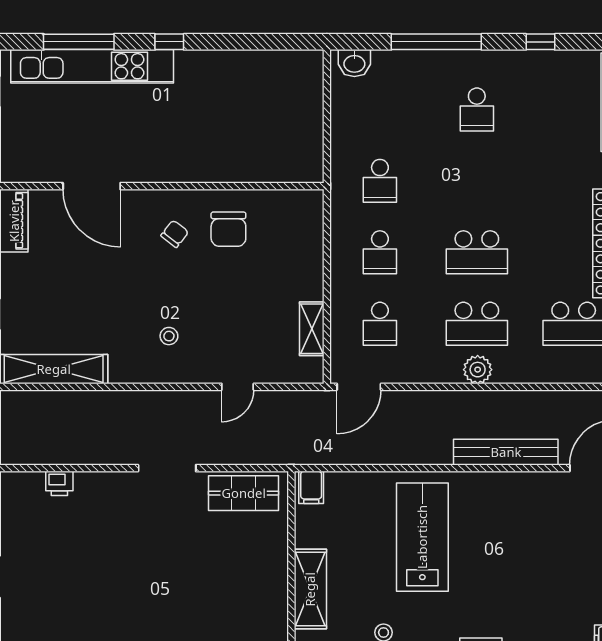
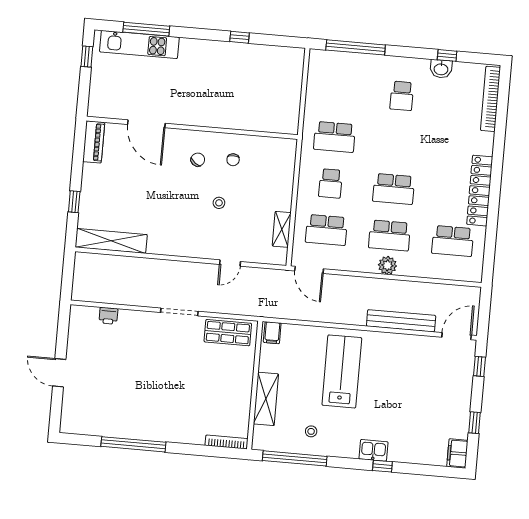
window: (169, 42) -> (240, 37), moved
window: (436, 42) -> (356, 47), moved
washbasin: (354, 63) -> (441, 69), moved
kitchen unit: (92, 66) -> (139, 45), width x0.73
school desk: (380, 181) -> (335, 137), width x1.85
chair: (228, 229) -> (233, 160), width x0.54, depth x0.54
school desk: (380, 324) -> (326, 230), width x1.85
stool: (169, 336) -> (219, 203), moved
door: (359, 387) -> (309, 270), hinge flipped

